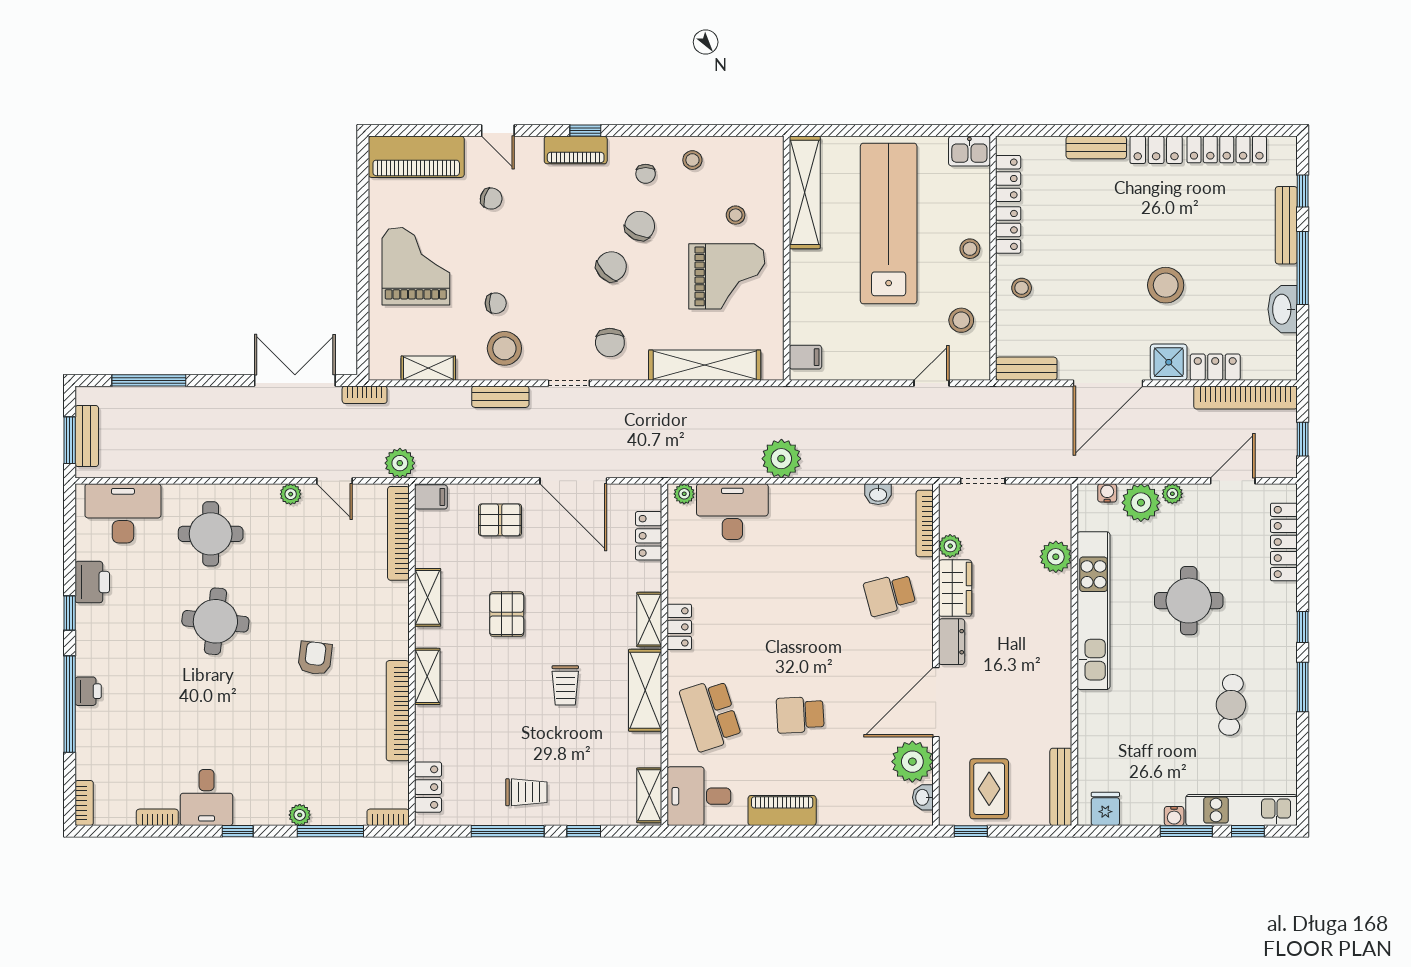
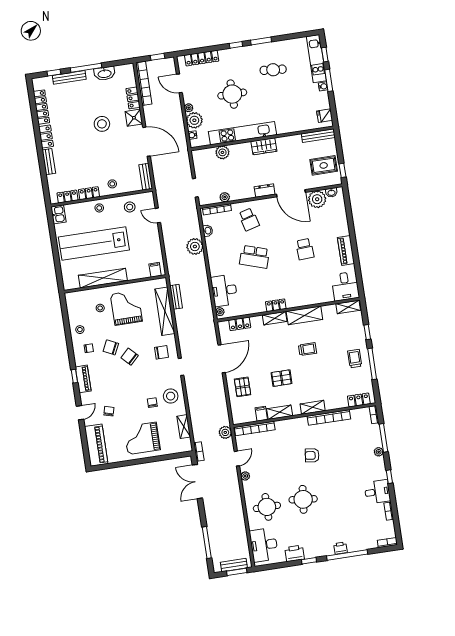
shelving: (805, 192) -> (103, 278), moved
bench: (500, 397) -> (176, 297), moved
plant: (781, 459) -> (195, 246), moved
filing cabinet: (431, 497) -> (261, 414), moved
wardrobe: (955, 588) -> (264, 146), moved, turned 180
school desk: (711, 715) -> (255, 257), moved, turned 36

